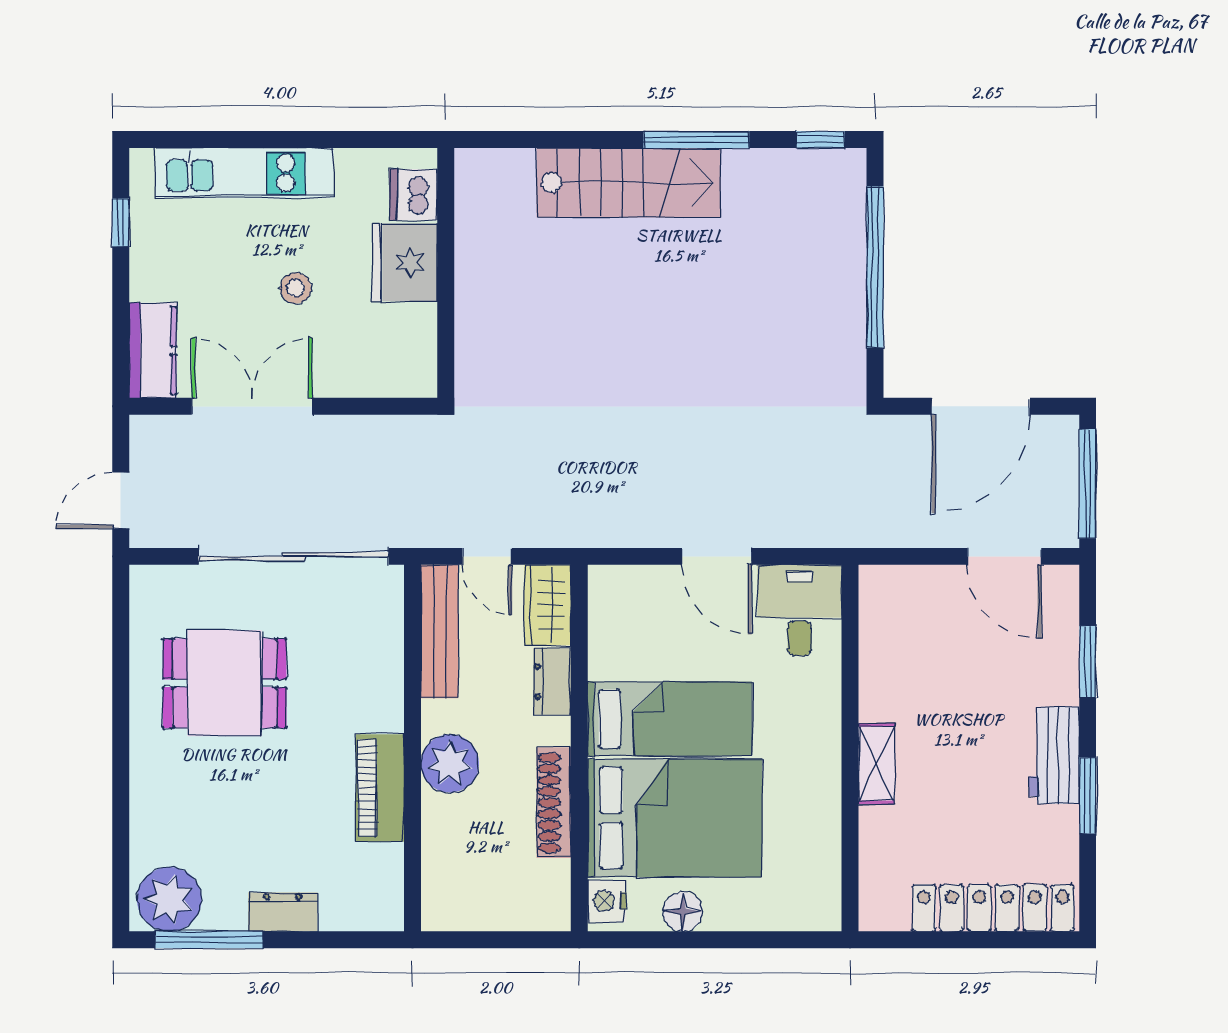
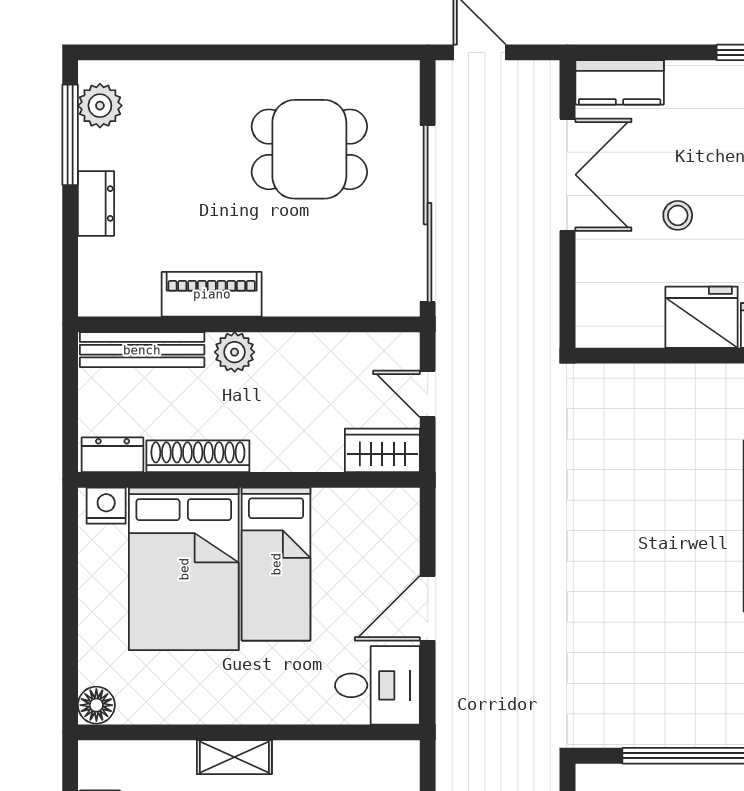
door: (487, 556) -> (428, 394), hinge flipped
bench: (440, 631) -> (142, 350), moved
dresser: (552, 682) -> (113, 455), moved
dining table: (225, 683) -> (309, 149), turned 90
plant: (450, 763) -> (235, 352), width x0.73, depth x0.73
plant: (169, 899) -> (100, 106), width x0.73, depth x0.73
floor lamp: (683, 912) -> (96, 705), moved

